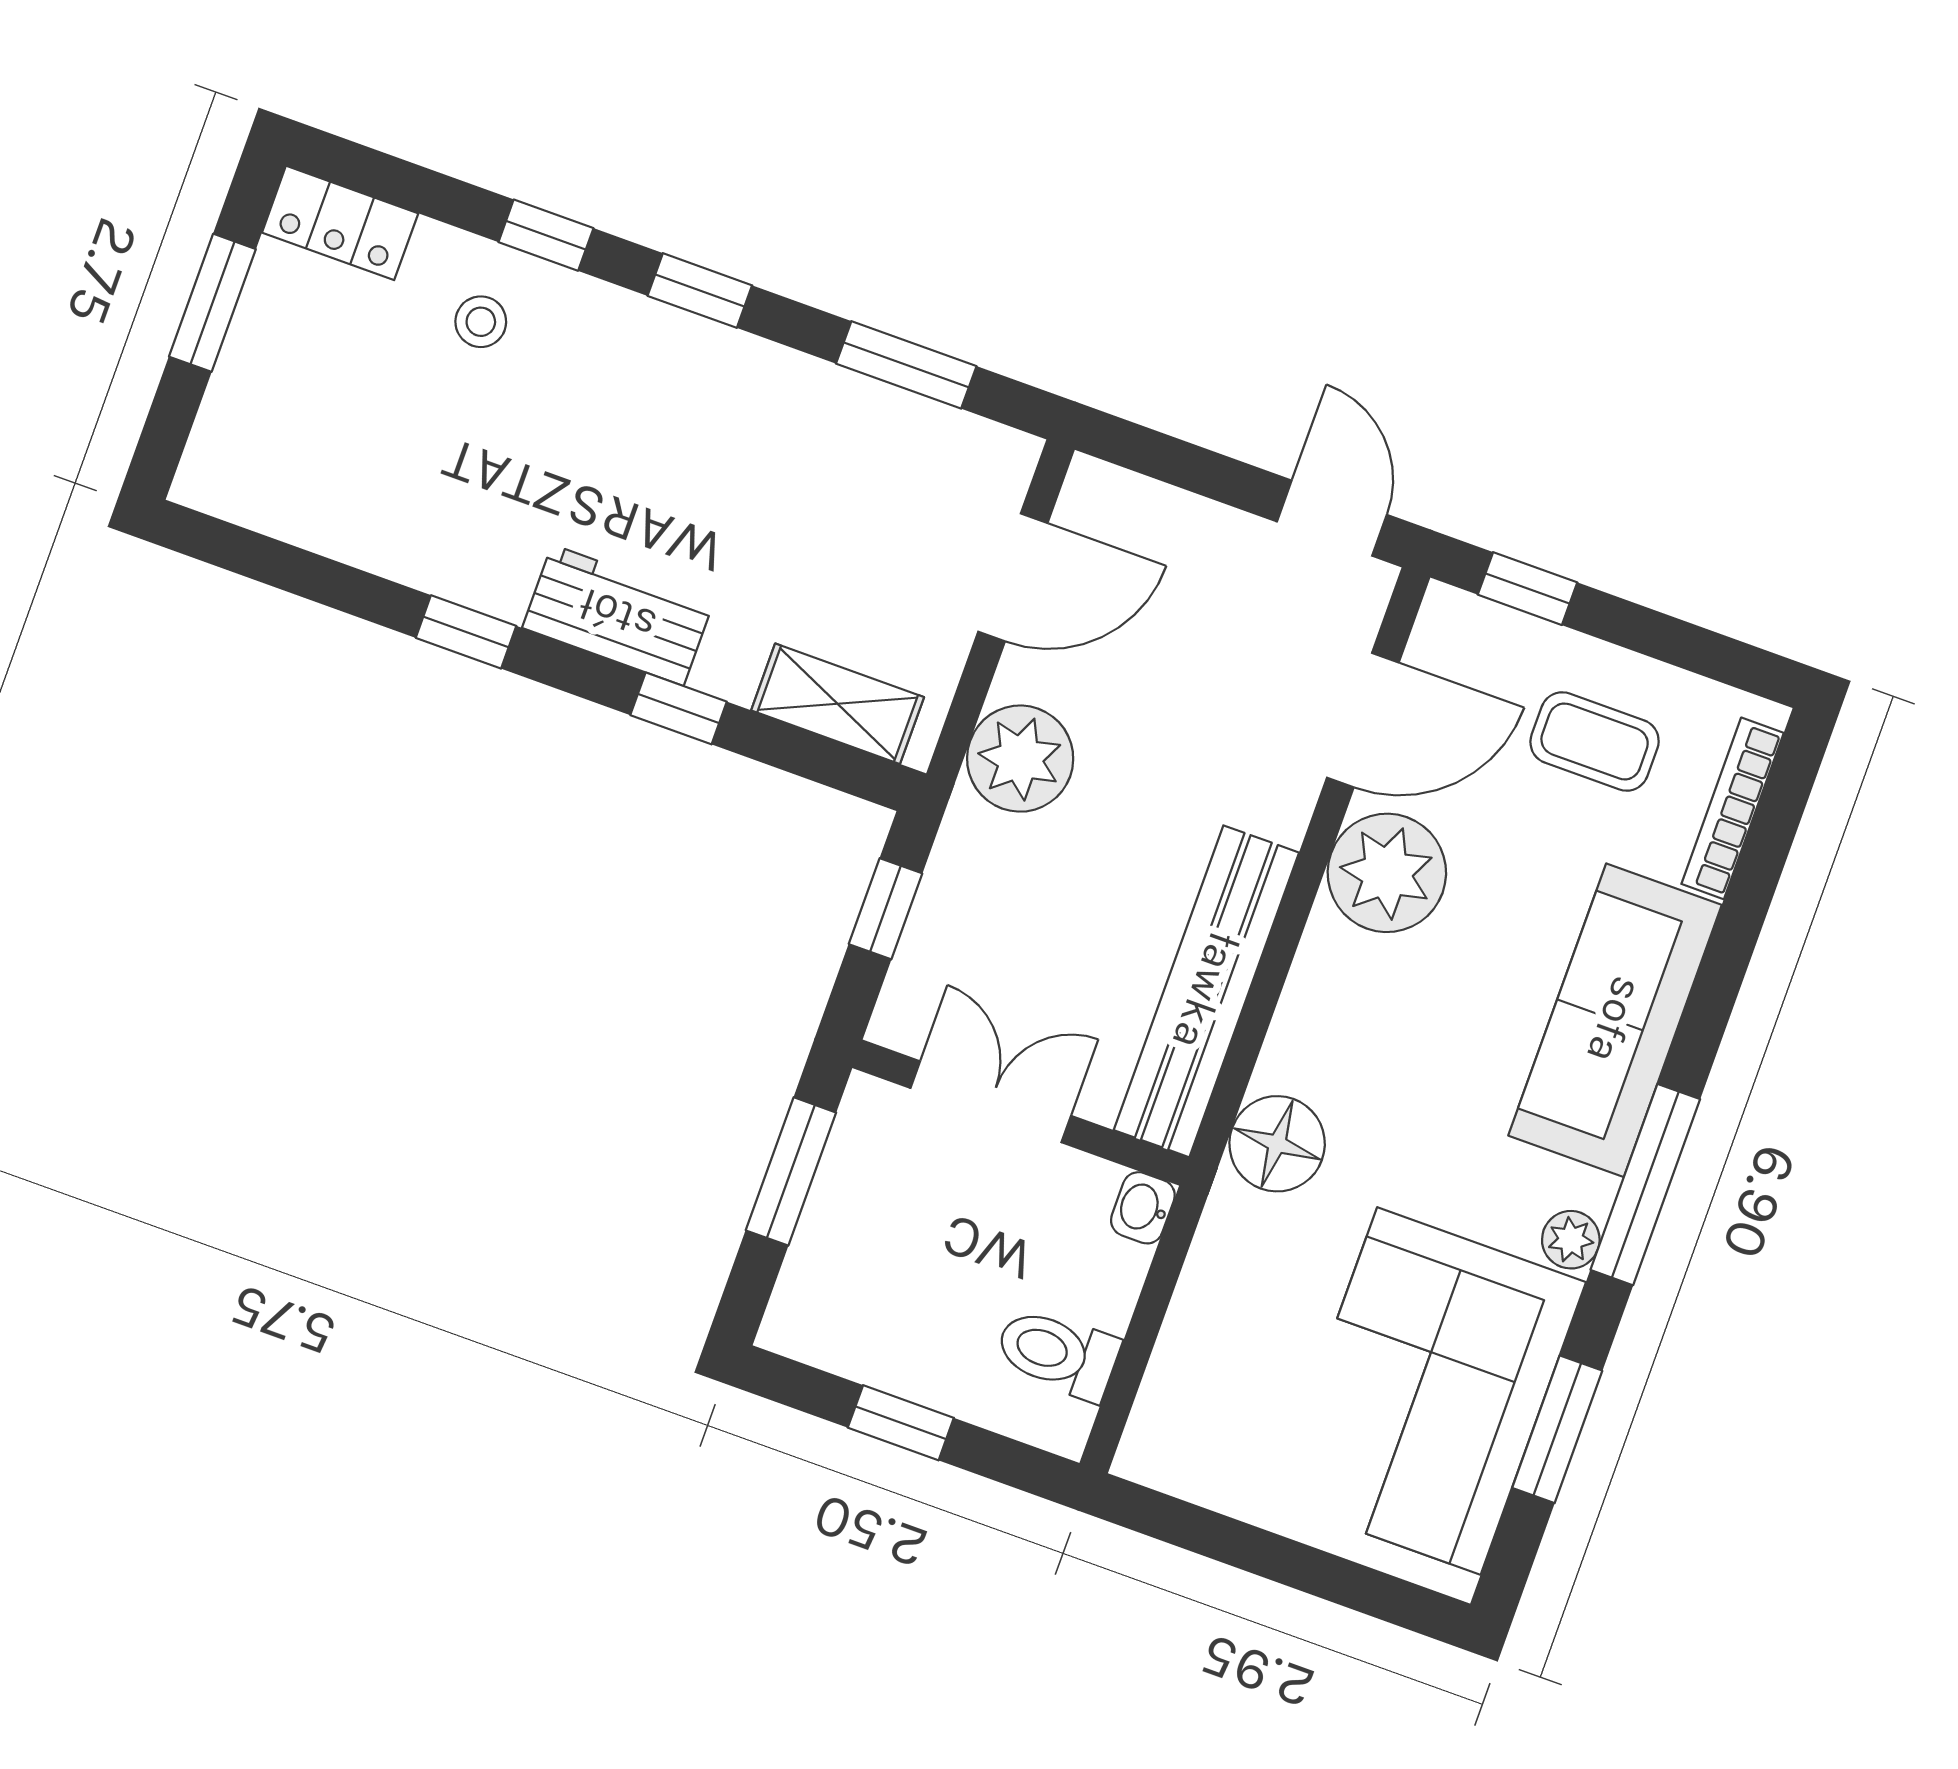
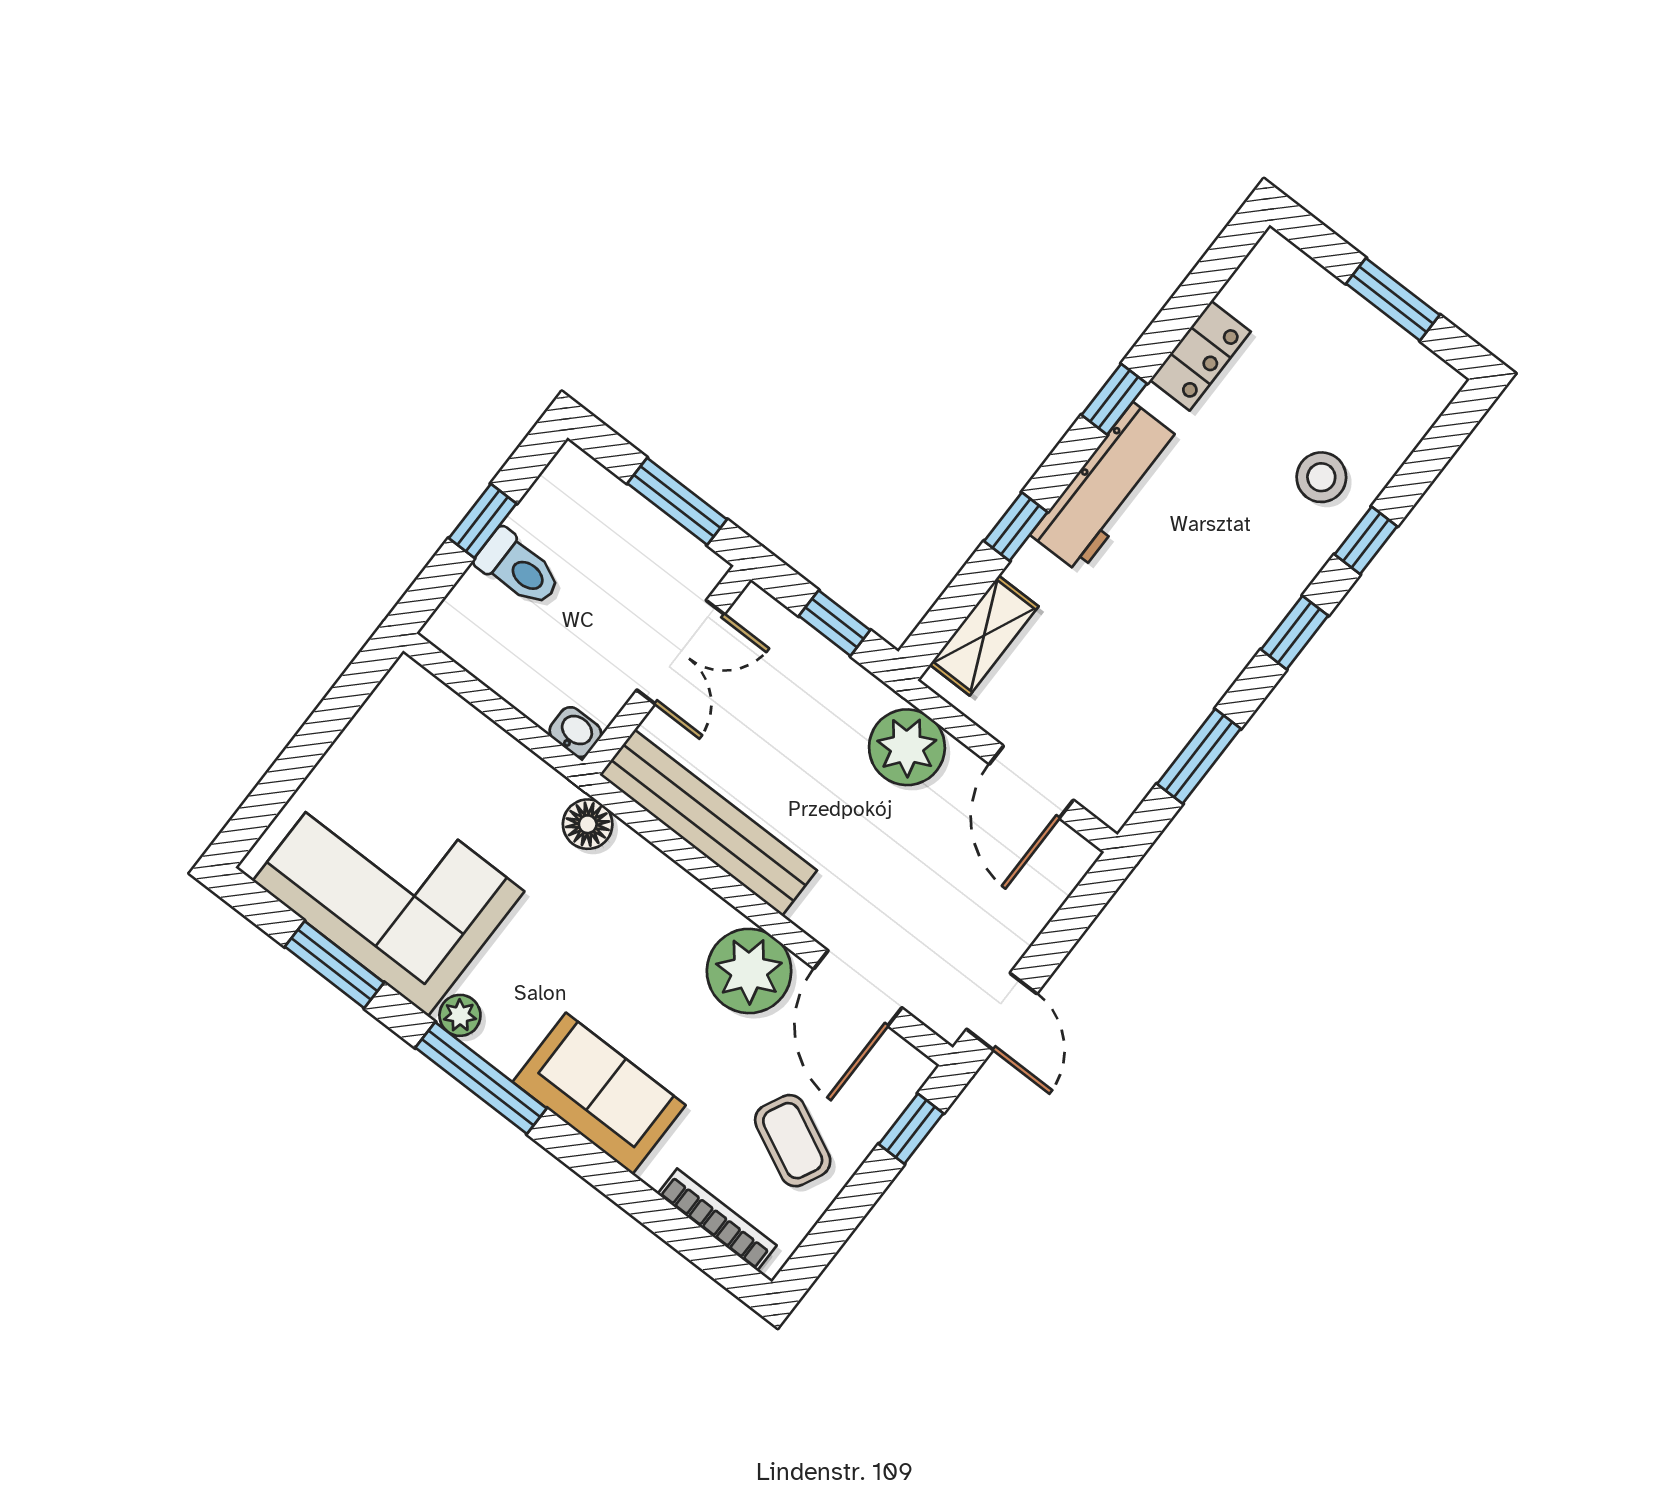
locker: (340, 223) -> (1200, 356), moved, turned 180
stool: (481, 322) -> (1321, 477), width x1.37, depth x1.37
door: (1332, 518) -> (1002, 1011), hinge flipped
workbench: (618, 615) -> (1106, 488), width x1.38
coffee table: (1595, 741) -> (793, 1141), turned -64
sofa: (1615, 1020) -> (599, 1093), width x0.73
floor lamp: (1277, 1144) -> (588, 824), width x0.73, depth x0.73
toilet: (1057, 1353) -> (518, 568), moved, turned 90

